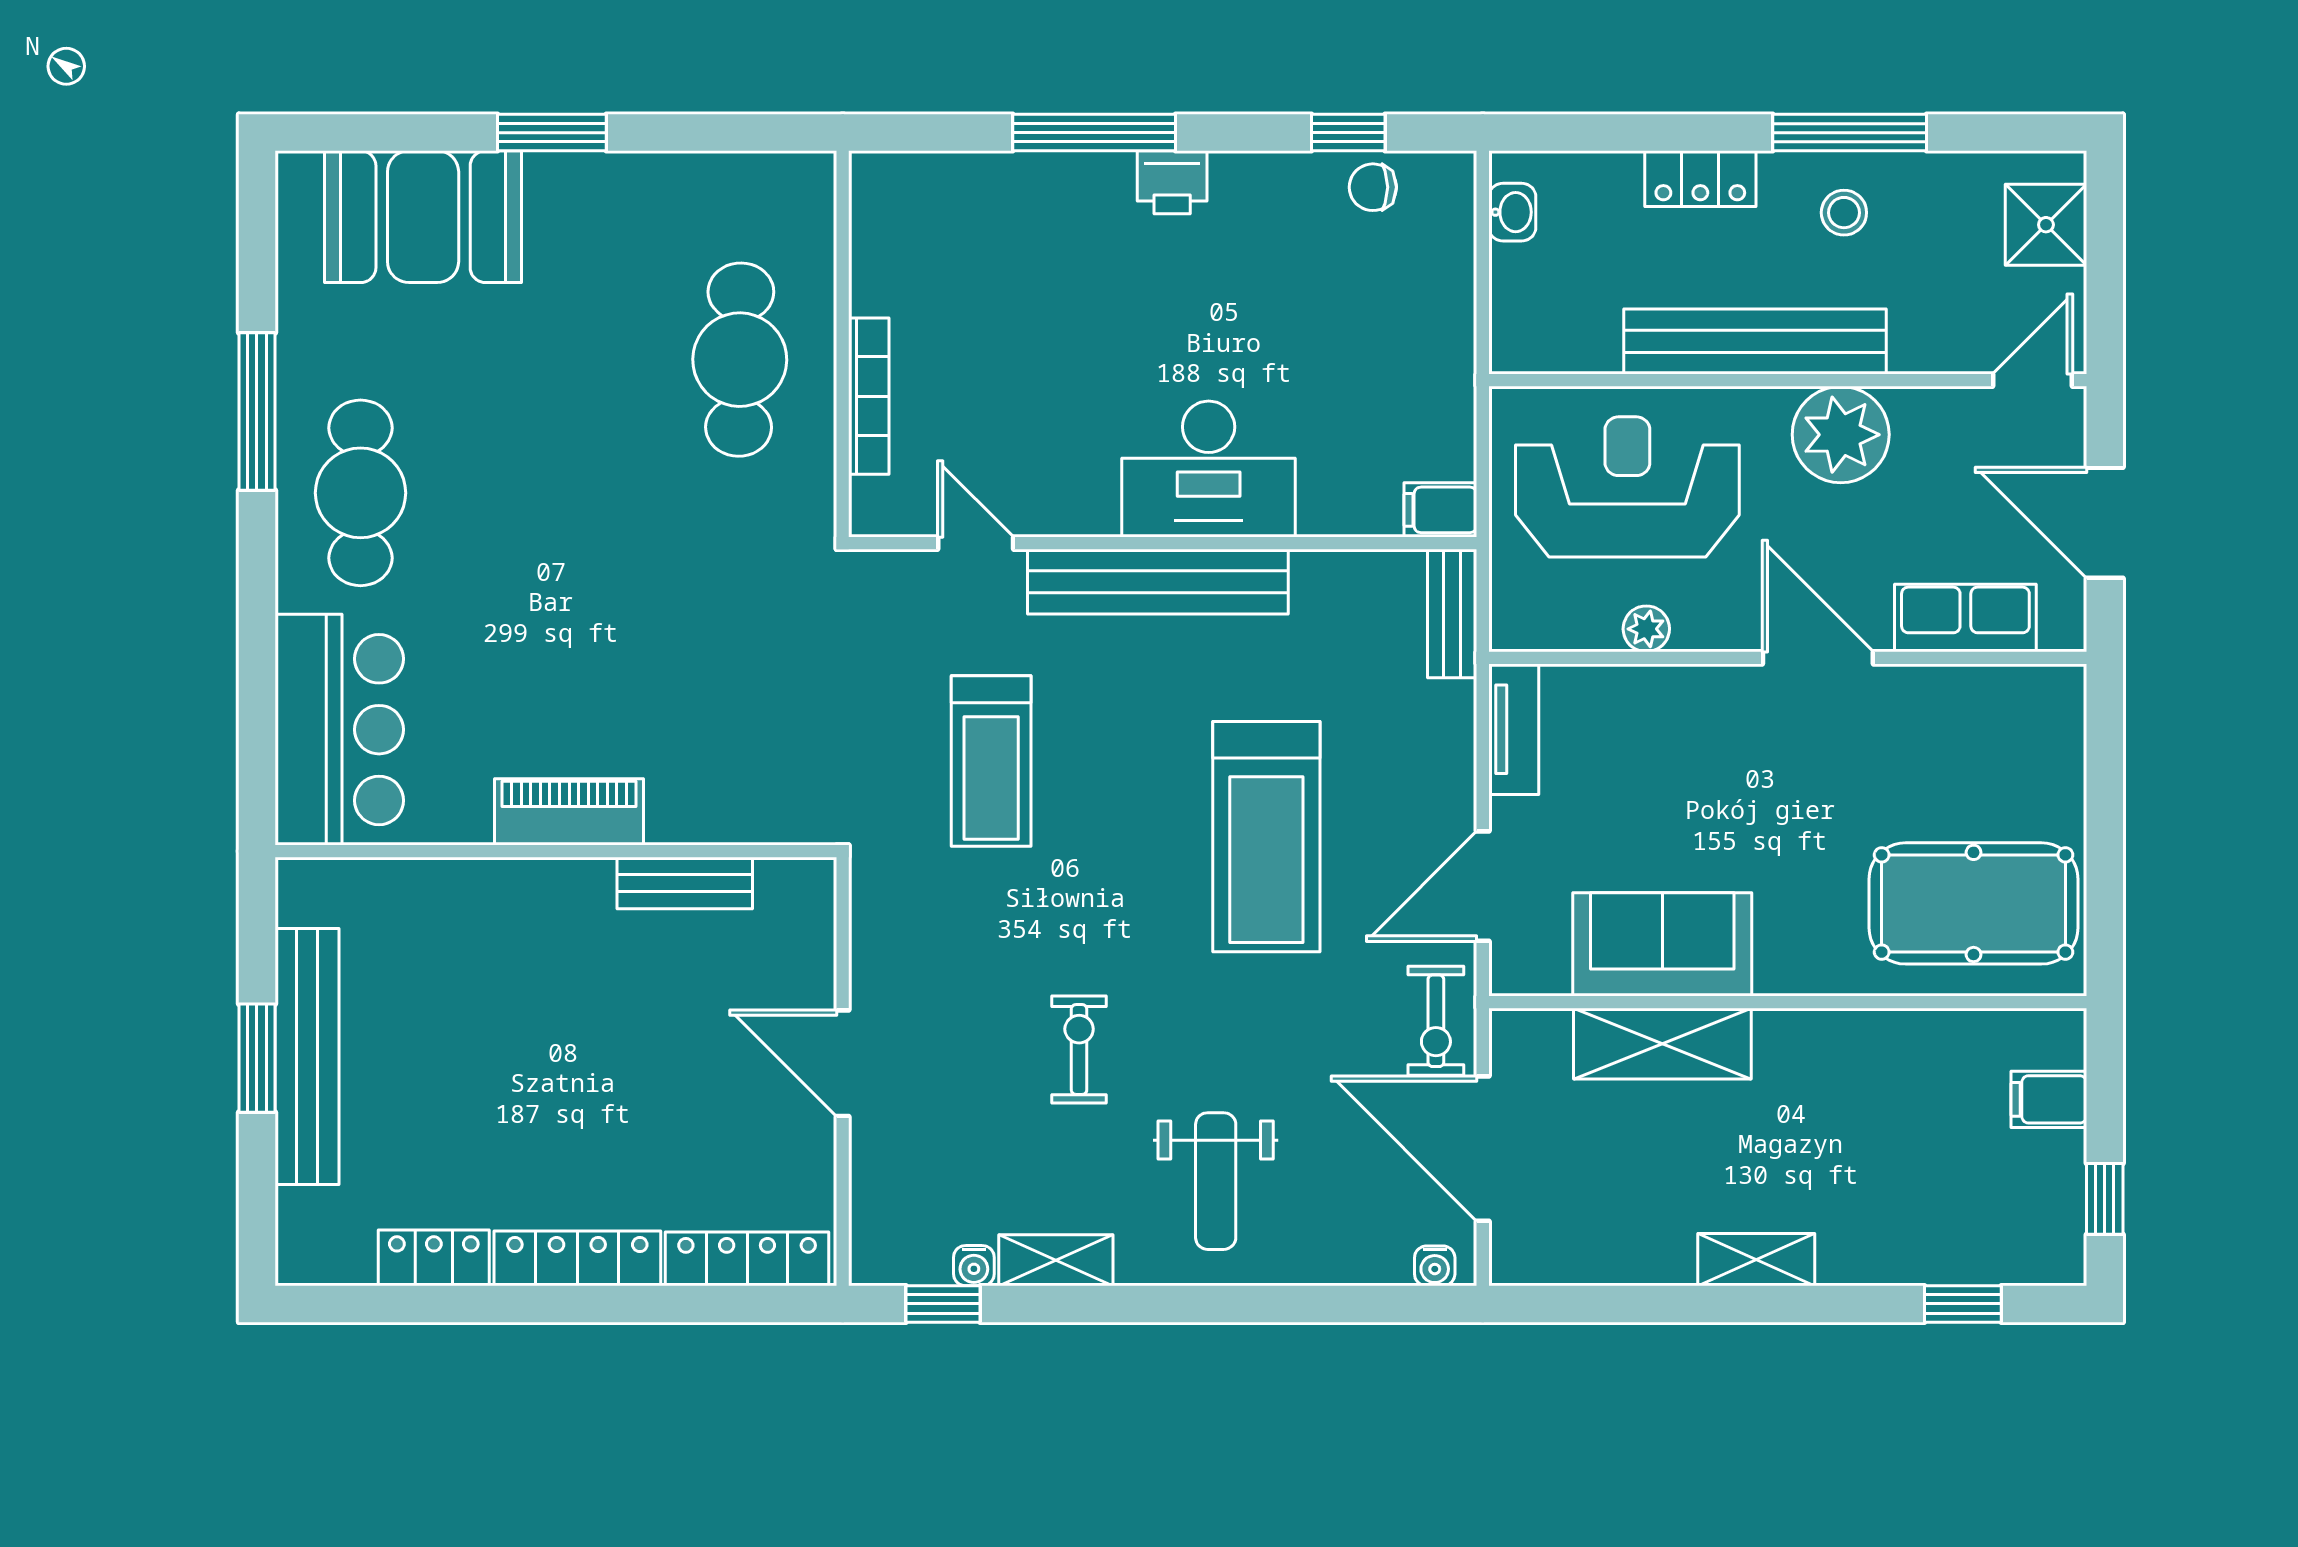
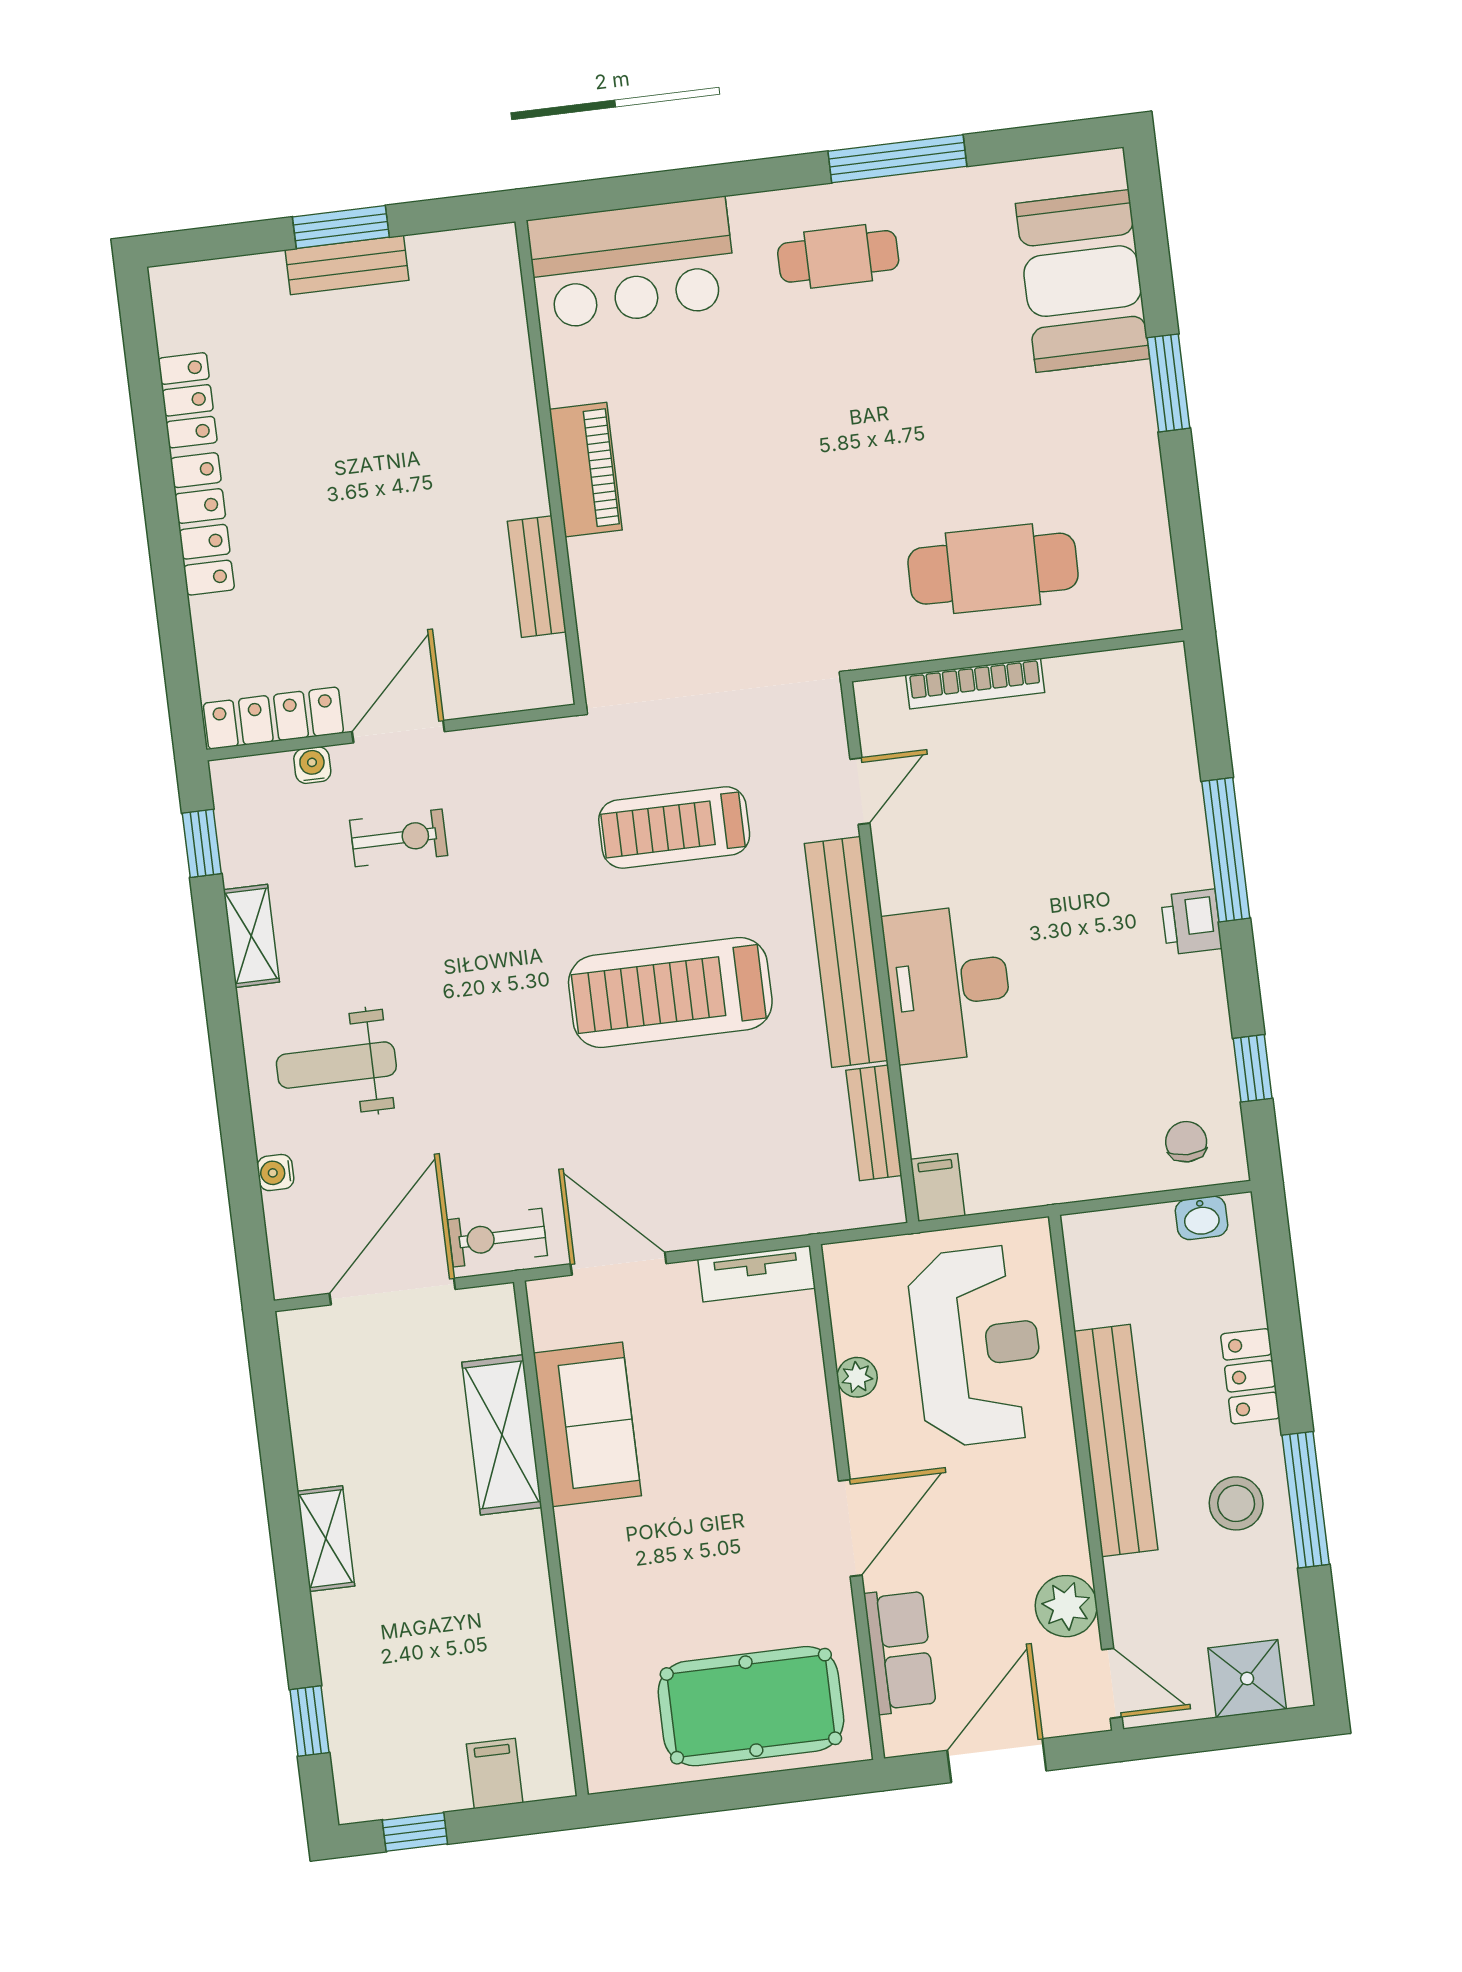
chair: (1373, 187) -> (1186, 1142), moved
stool: (1844, 213) -> (1236, 1503), width x1.37, depth x1.37
plant: (1841, 435) -> (1066, 1606), moved, width x0.73, depth x0.73
cafe table: (360, 493) -> (838, 256), width x0.73, depth x0.74
bench: (1452, 614) -> (874, 1123), moved, turned 90
treadmill: (1266, 837) -> (670, 992), moved
pool table: (1974, 903) -> (751, 1706), moved, turned 90
exercise bike: (1079, 1050) -> (399, 838), moved
bench: (307, 1056) -> (347, 265), width x0.54, depth x0.82
locker: (747, 1259) -> (273, 718), moved, turned -90
water cooler: (974, 1266) -> (312, 765), moved, turned 90
water cooler: (1435, 1266) -> (276, 1173), moved

